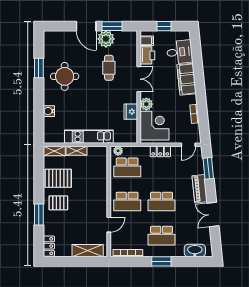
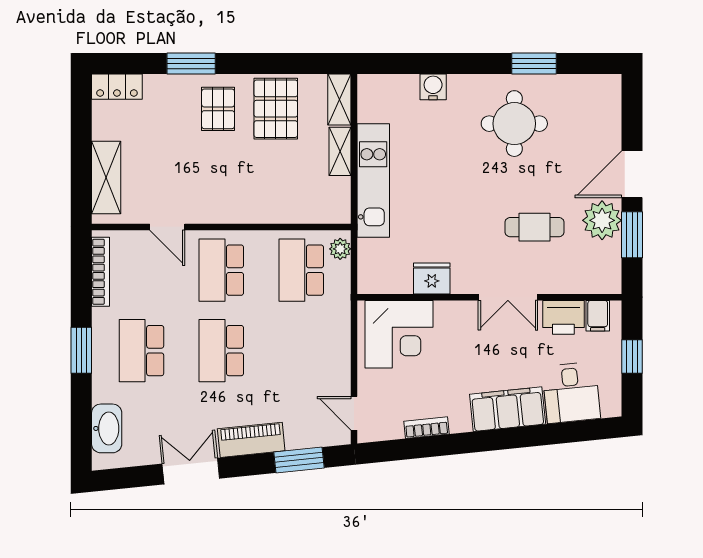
plant: (146, 104) -> (450, 315), removed
locker: (160, 151) -> (338, 348), removed

